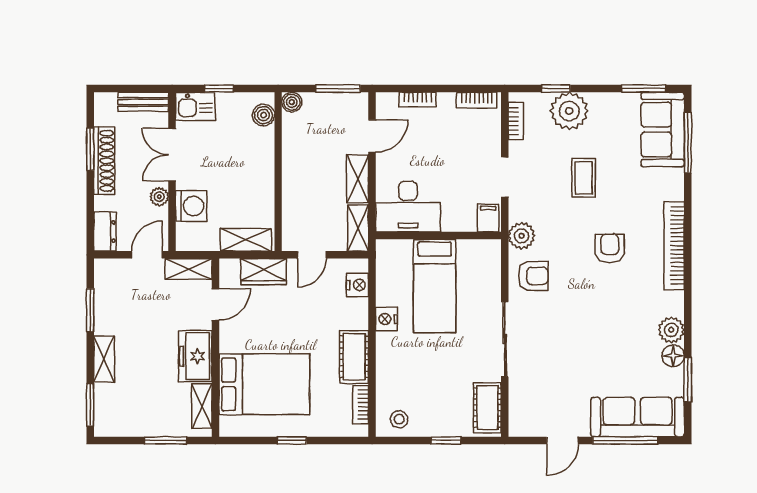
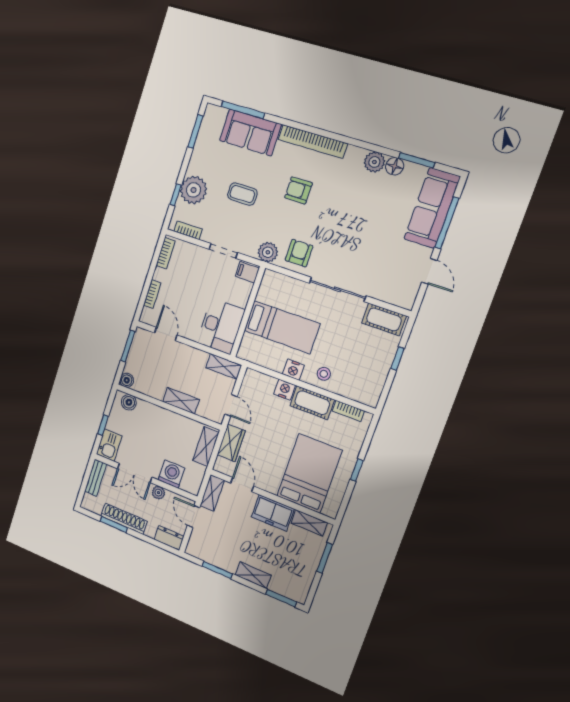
sofa: (663, 129) -> (250, 132), moved
shelving: (358, 179) -> (181, 401), moved
nightstand: (358, 285) -> (285, 390), moved
stool: (399, 419) -> (324, 374), moved

